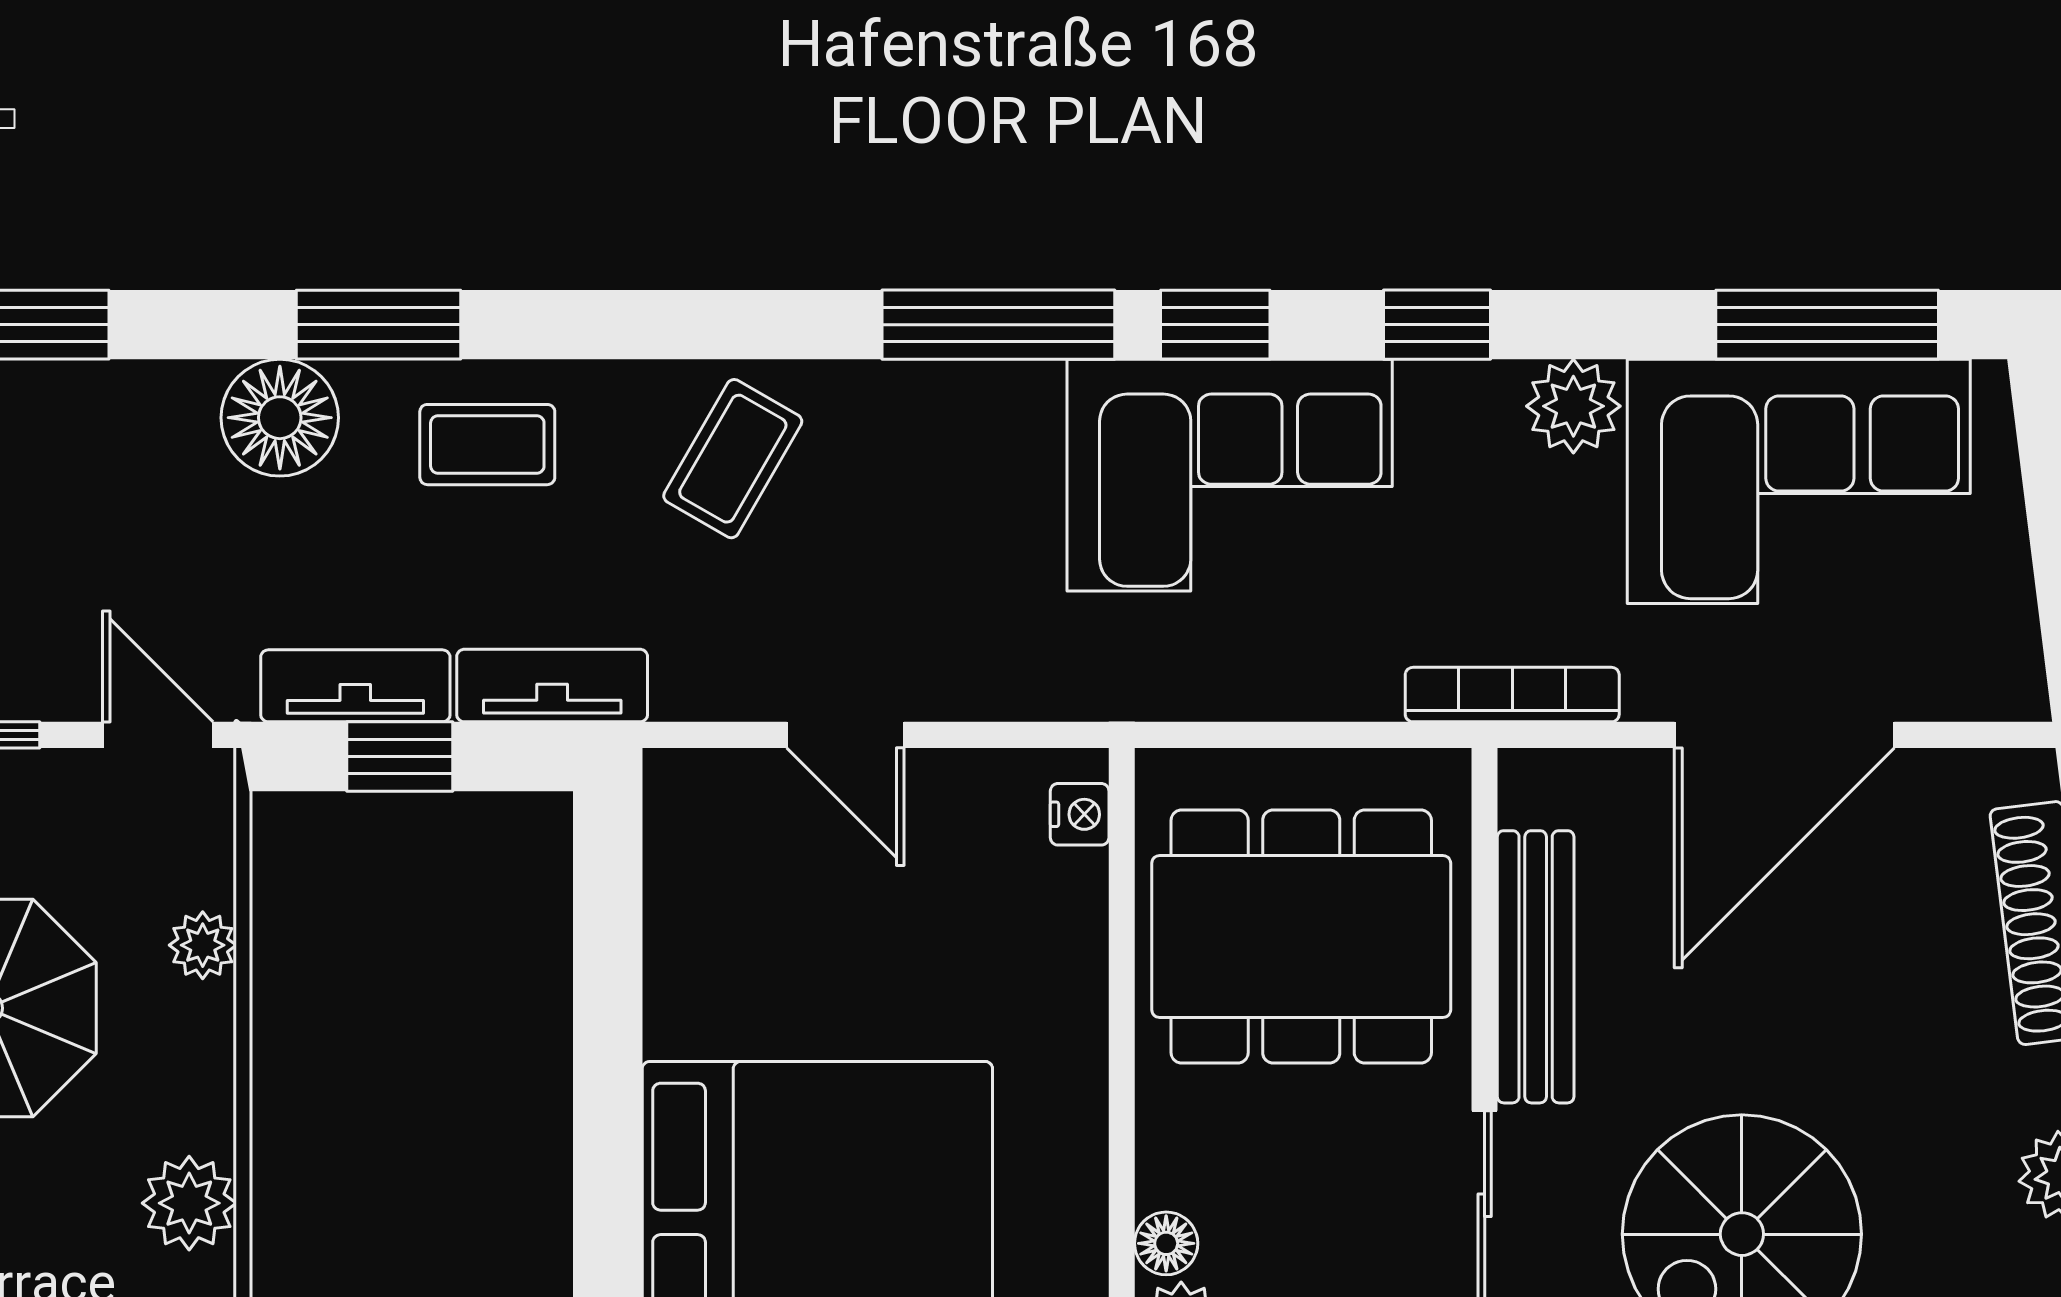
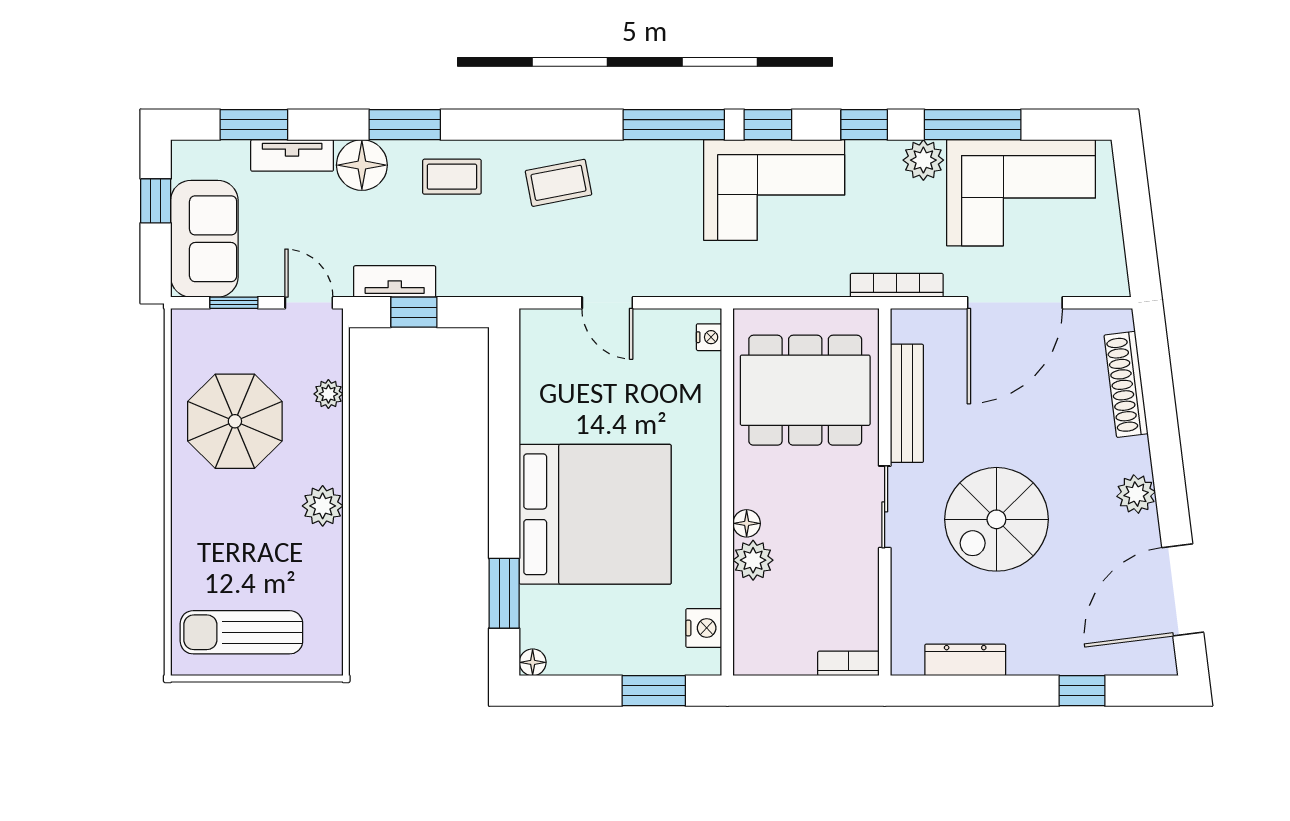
window: (1827, 325) -> (973, 125), moved
coffee table: (733, 459) -> (558, 183), turned 49
tv unit: (552, 686) -> (292, 155), moved, turned 180

